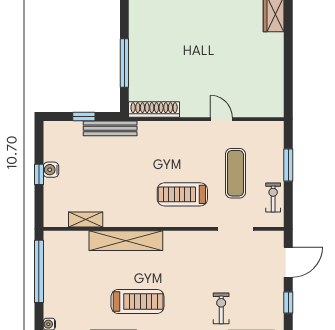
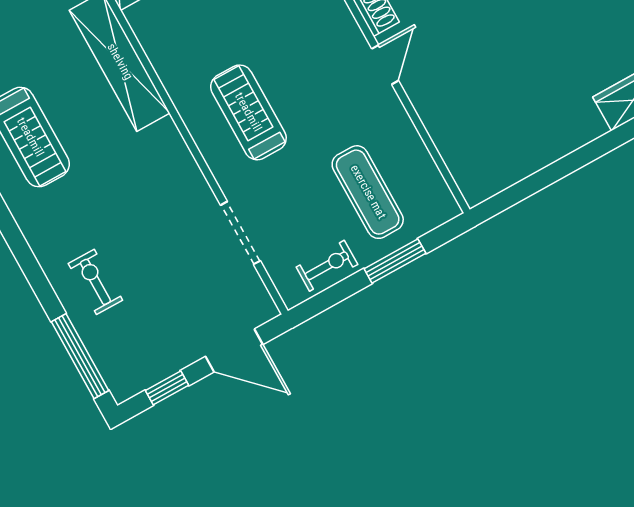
door: (221, 119) -> (385, 65), moved
exercise mat: (235, 173) -> (368, 192), moved, turned 90
exercise bike: (221, 308) -> (95, 282), turned -90

